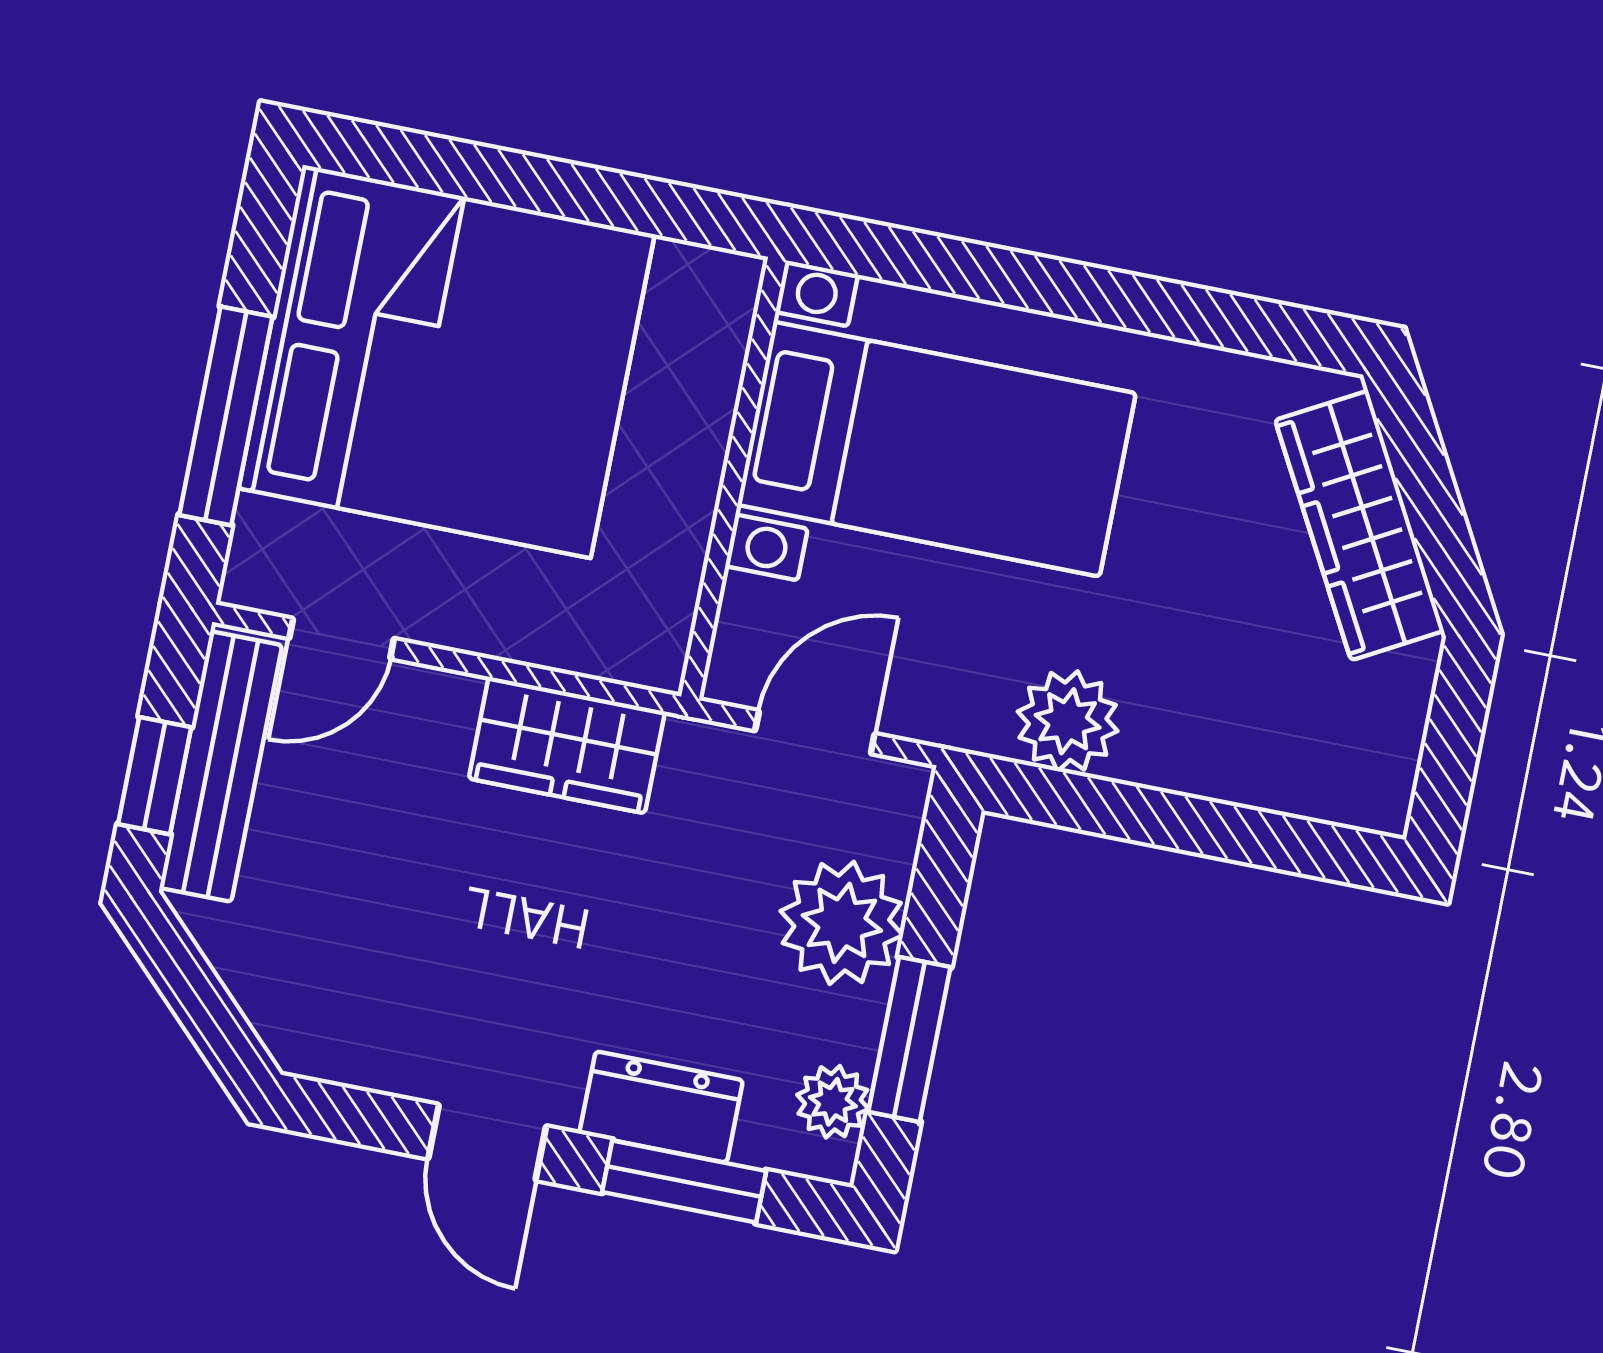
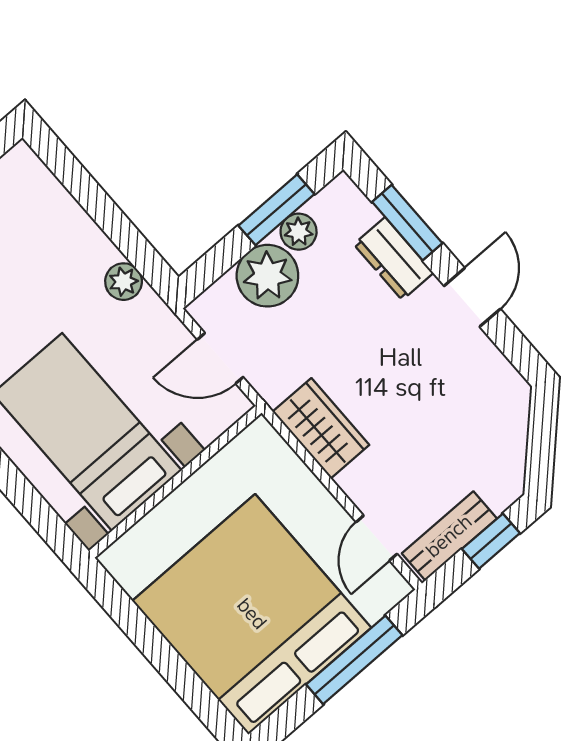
door: (342, 638) -> (377, 538), swing flipped
plant: (1068, 721) -> (124, 282), width x0.73, depth x0.73
bench: (221, 766) -> (449, 536), width x0.73
plant: (833, 1102) -> (299, 232), moved

